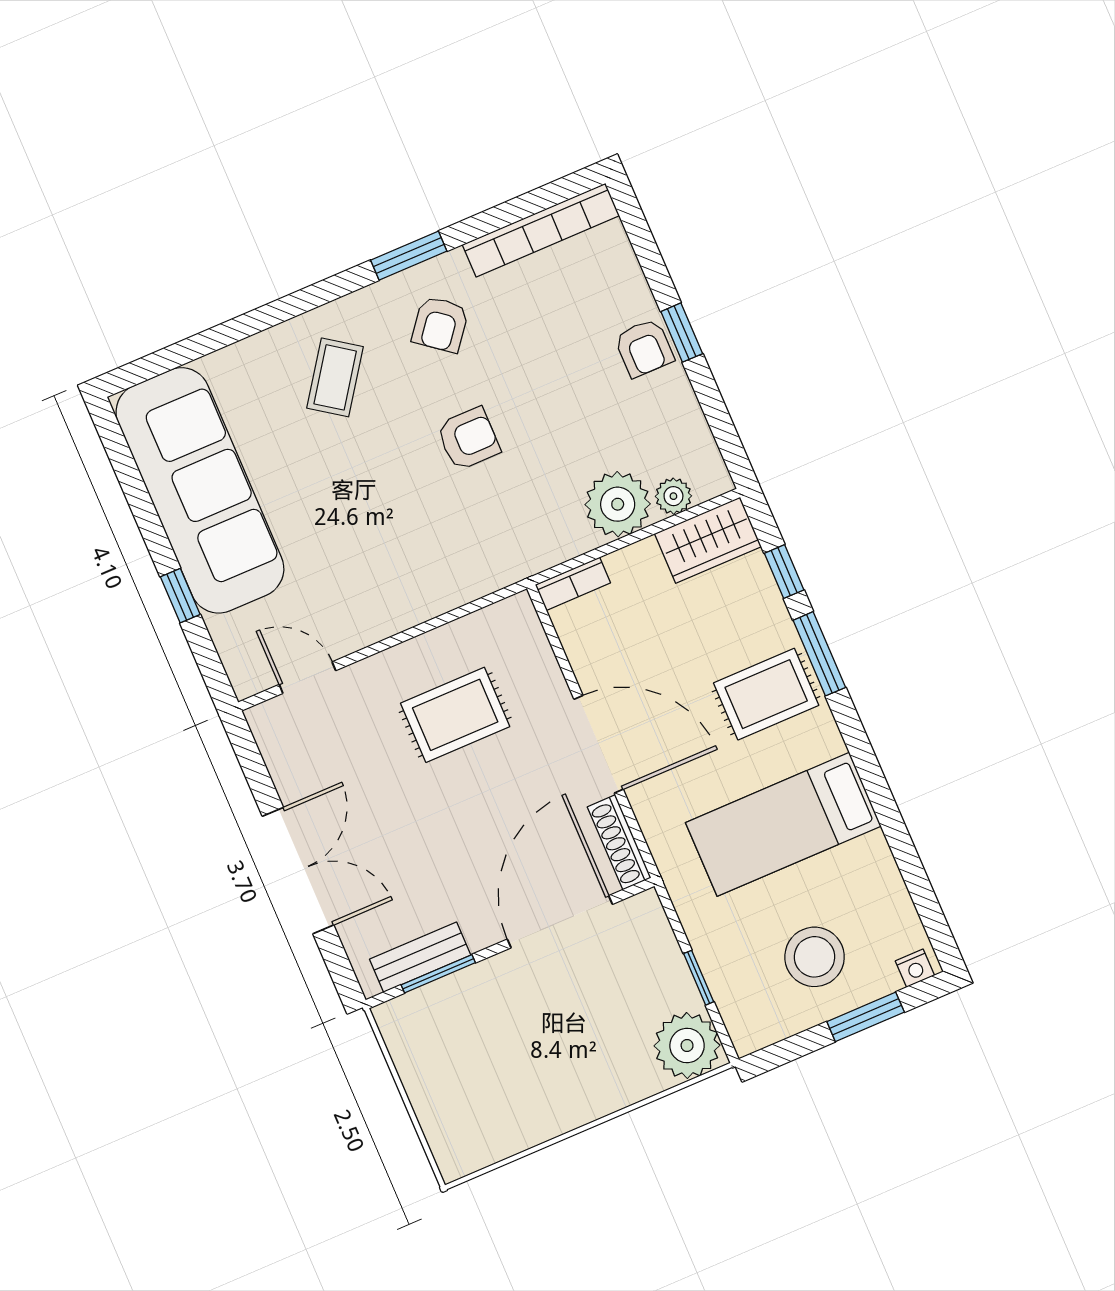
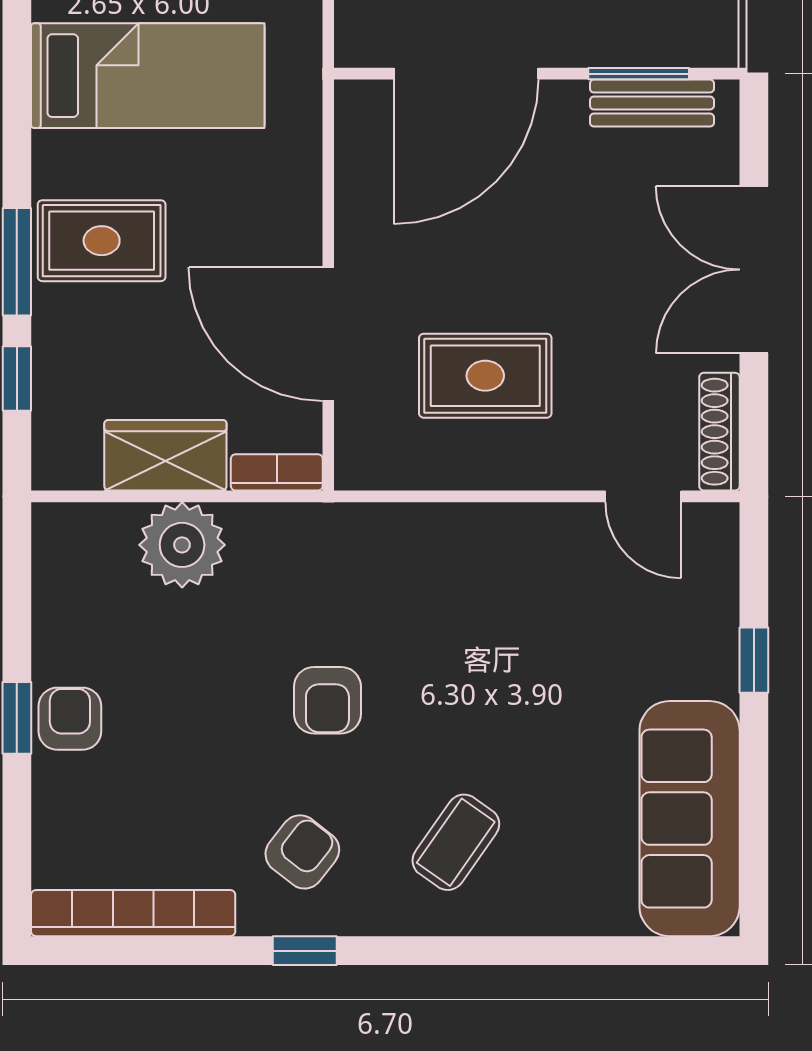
window: (409, 256) -> (305, 951), width x0.67
armchair: (468, 439) -> (327, 700), turned -90
sofa: (200, 490) -> (690, 819), width x0.74, depth x0.79
plant: (673, 496) -> (111, 526), removed
wardrobe: (708, 540) -> (165, 455), moved
door: (599, 744) -> (328, 334), moved
shoe rack: (619, 842) -> (719, 432), moved, turned 180

